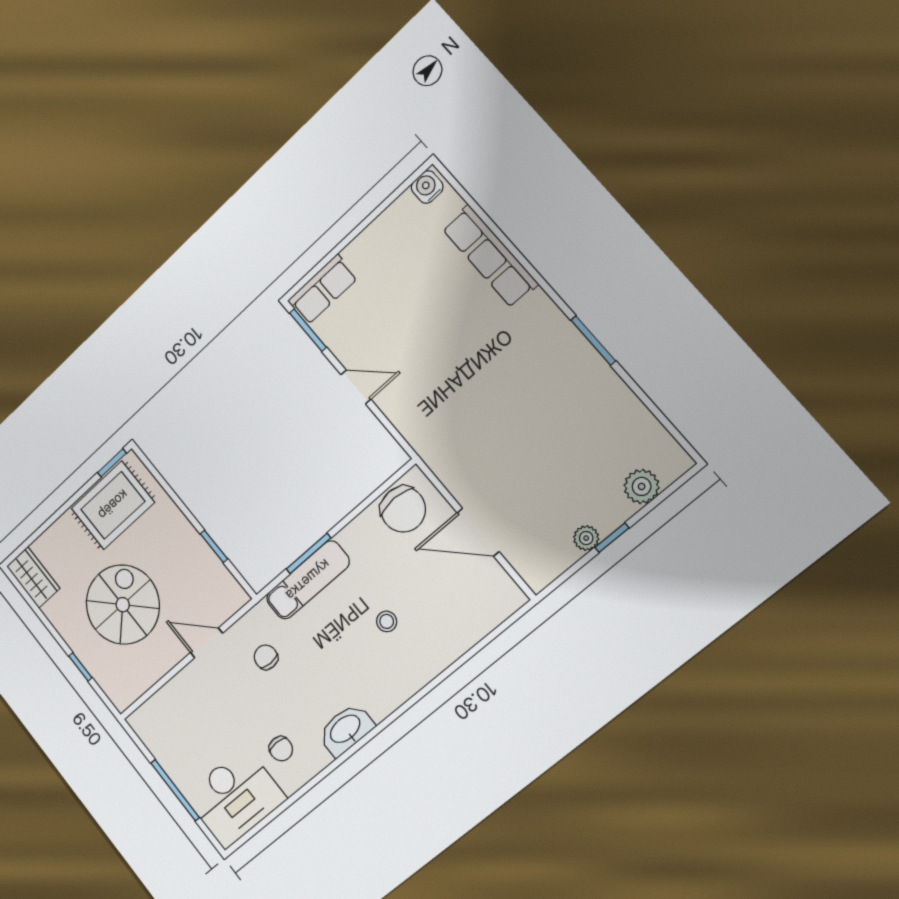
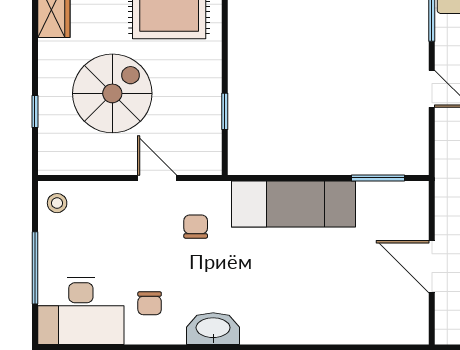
chair: (403, 509) -> (392, 205), removed
window: (308, 553) -> (378, 178), moved
exam couch: (308, 580) -> (294, 204), width x1.36, depth x1.45
stool: (387, 621) -> (57, 203), moved

